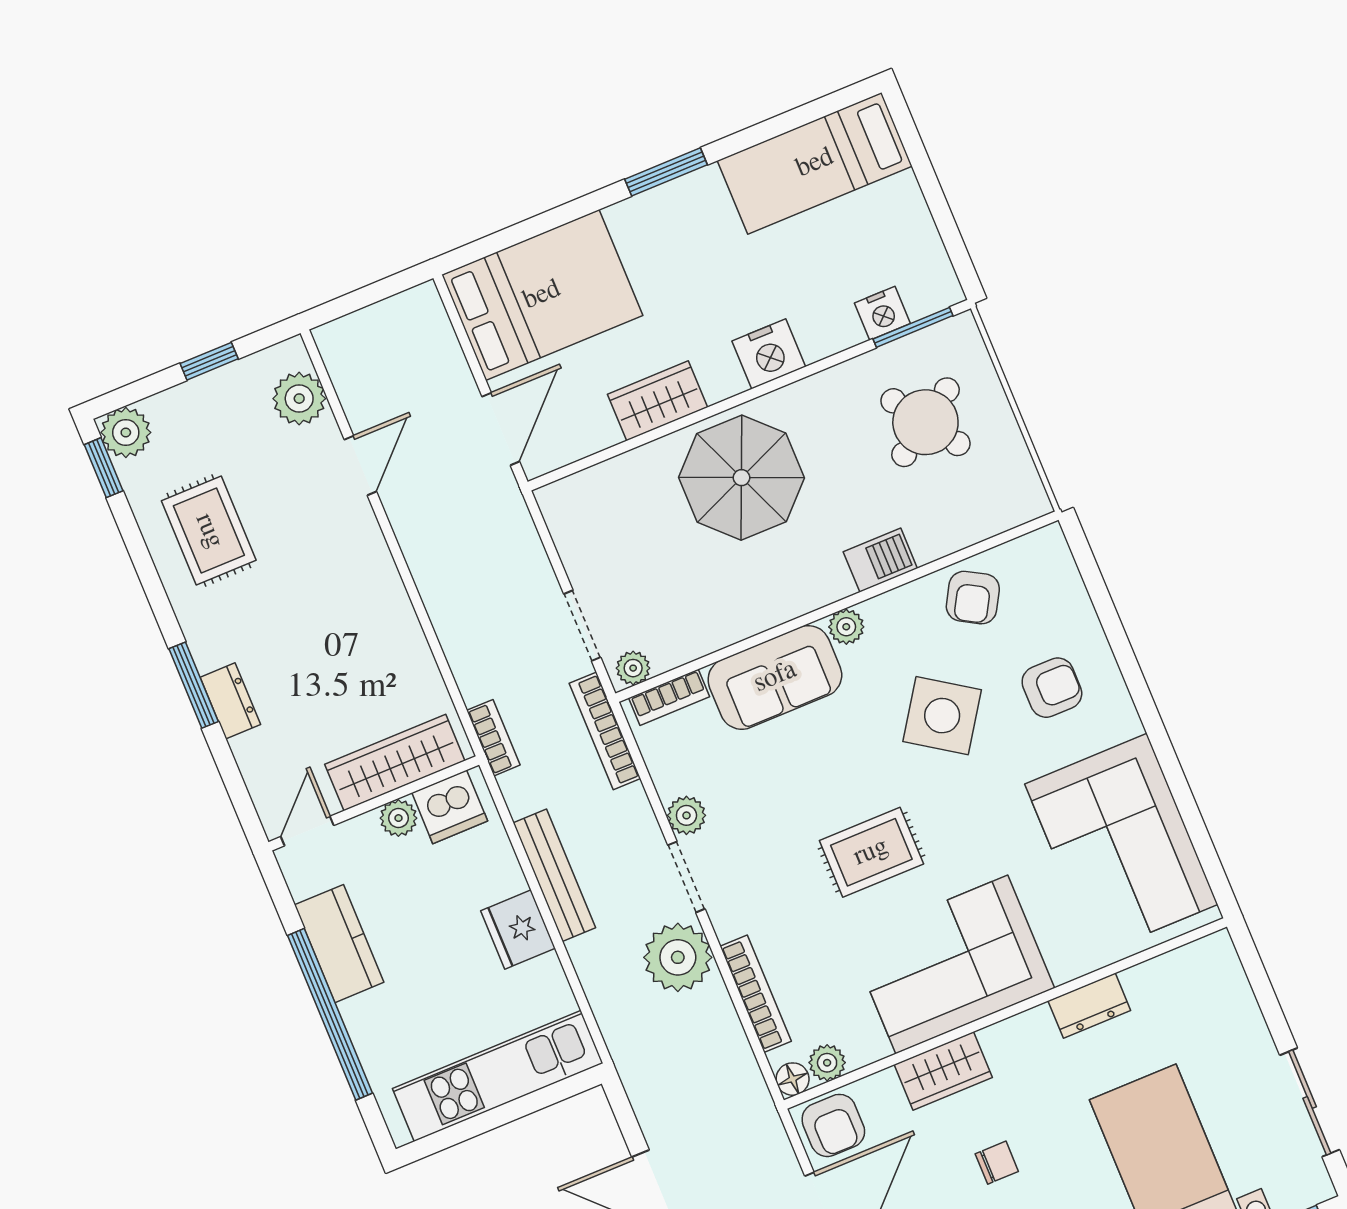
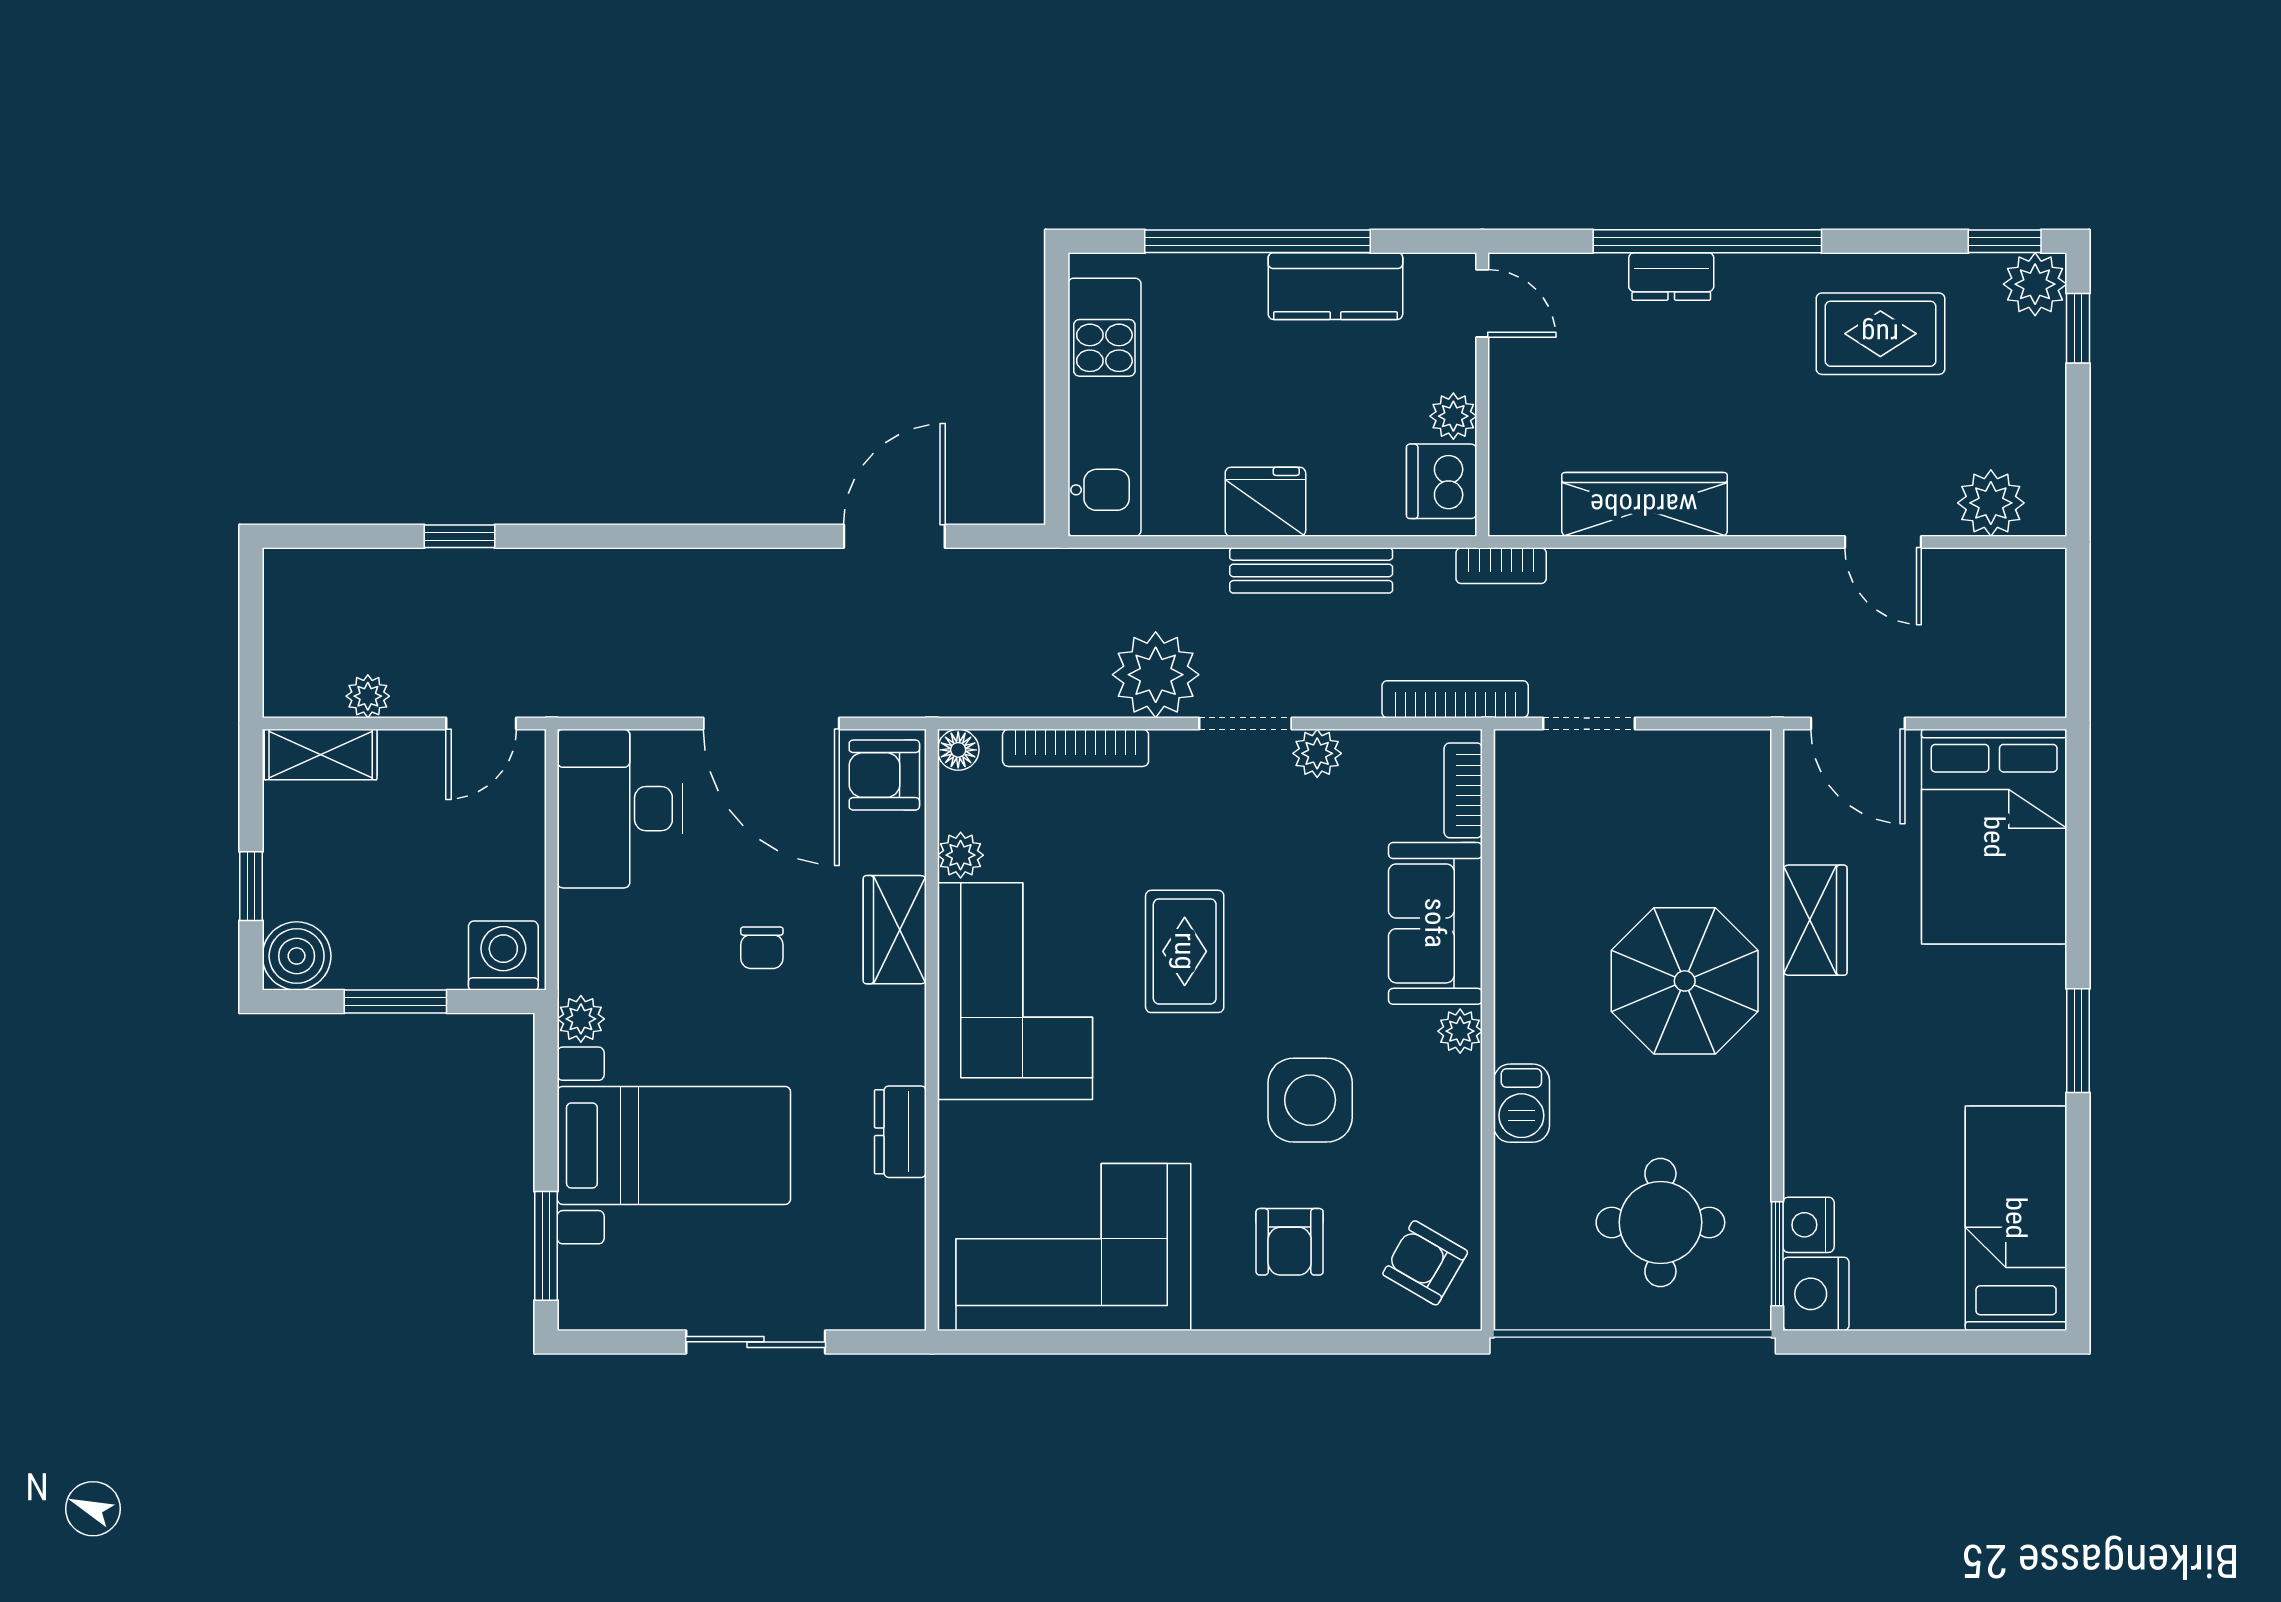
nightstand: (769, 354) -> (1816, 1294), moved
window: (209, 361) -> (2078, 328), moved
round table: (925, 422) -> (1660, 1222), turned 34
armchair: (973, 598) -> (1425, 1263), moved
plant: (633, 668) -> (1515, 762), removed
window: (194, 685) -> (1707, 241), width x2.11
side table: (942, 716) -> (1310, 1100), turned -34
wardrobe: (395, 762) -> (1644, 504), moved, turned -90
plant: (827, 1063) -> (961, 855), moved
sliding door: (1310, 1102) -> (756, 1342), moved

